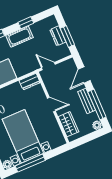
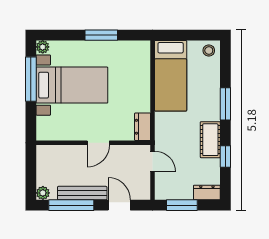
dresser: (58, 36) -> (207, 193), moved
door: (48, 66) -> (153, 162), hinge flipped
bench: (87, 101) -> (82, 193), width x1.36
wardrobe: (68, 124) -> (61, 155), removed

